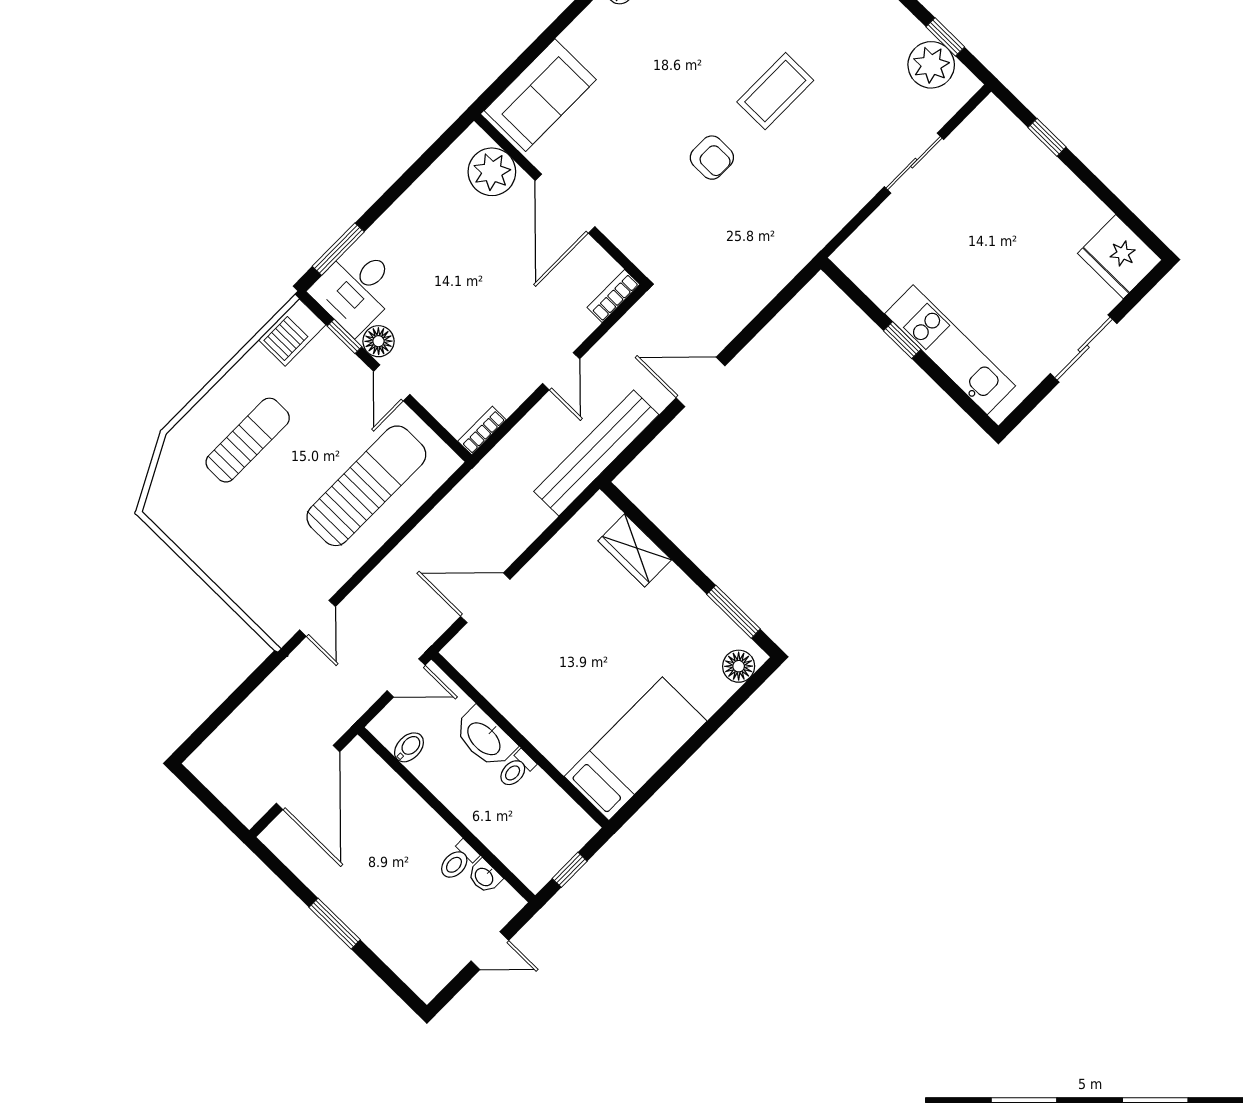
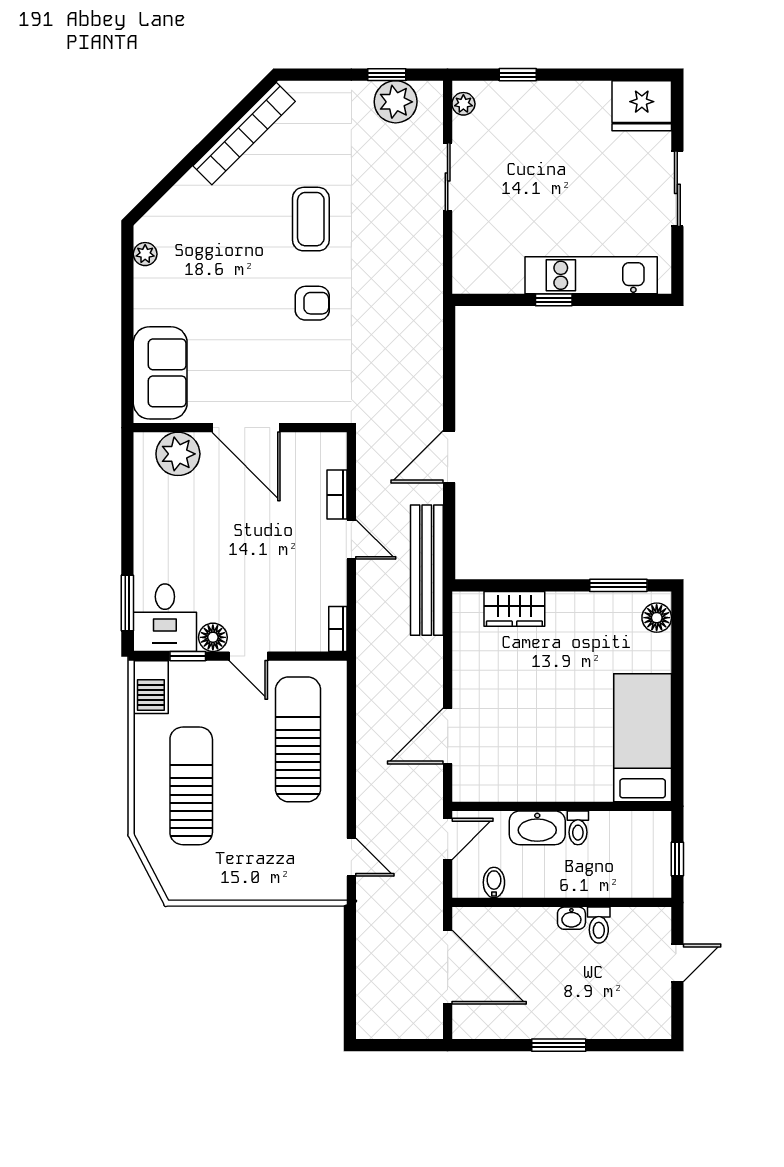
plant: (982, 118) -> (463, 104), added
bookcase: (613, 296) -> (337, 495), moved
sun lounger: (248, 440) -> (191, 786), width x1.36, depth x1.34
washbasin: (484, 876) -> (571, 918), moved

